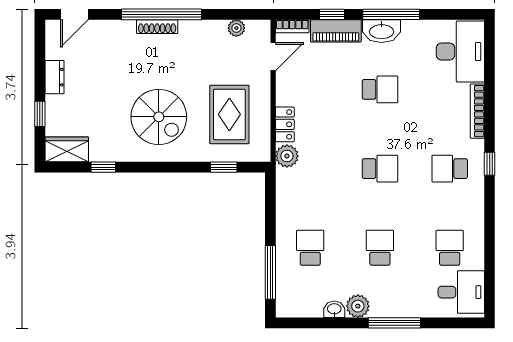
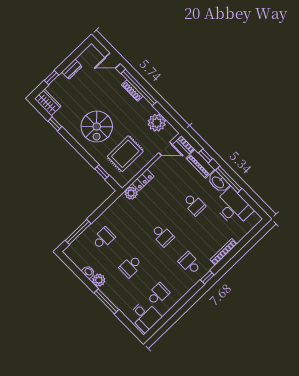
door: (74, 14) -> (113, 61), moved
plant: (236, 28) -> (157, 123), width x1.88, depth x1.88
desk: (460, 52) -> (233, 207), moved, turned -90
school desk: (380, 248) -> (131, 266), turned 180

